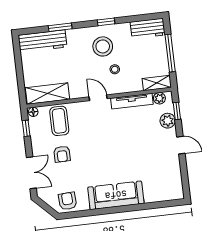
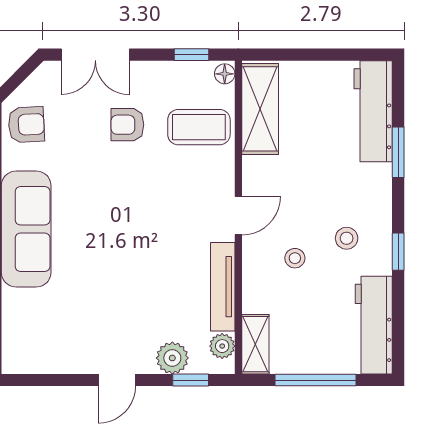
workbench: (148, 28) -> (374, 325), width x1.38
stool: (103, 46) -> (347, 238), width x0.53, depth x0.53

